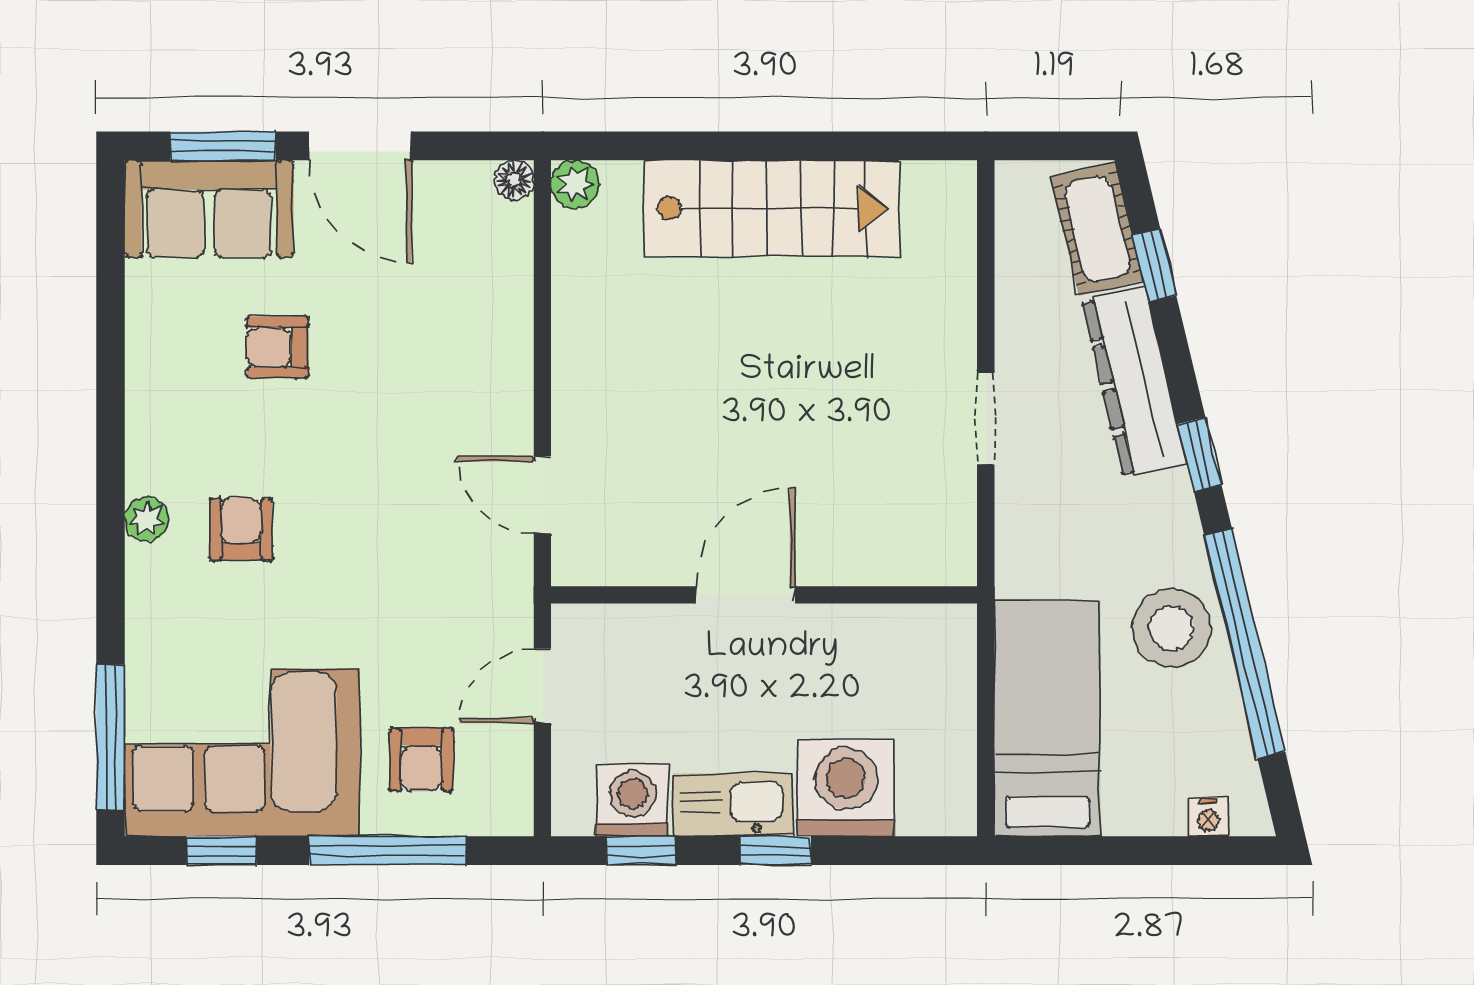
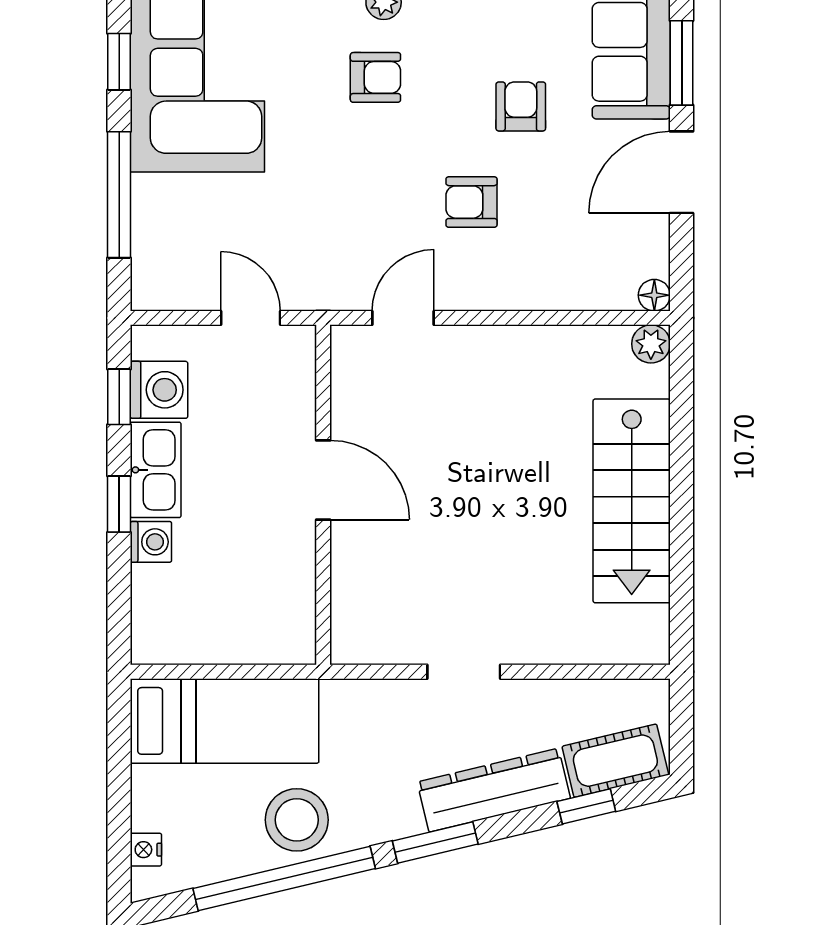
window: (1200, 454) -> (435, 842), width x1.50
armchair: (421, 759) -> (471, 202), moved
washing machine: (846, 788) -> (151, 542), width x0.53, depth x0.53

